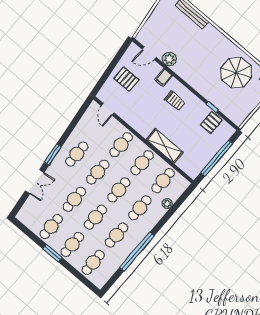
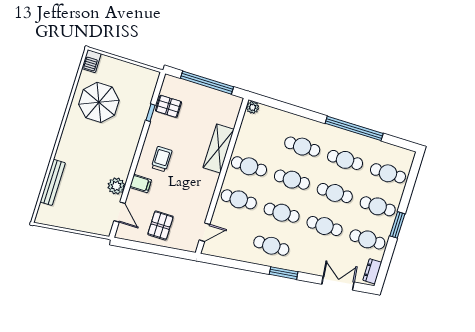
cafe table: (163, 181) -> (259, 133), removed
double door: (35, 182) -> (338, 283), moved
plant: (167, 204) -> (252, 107), moved
dresser: (26, 220) -> (372, 271), added

